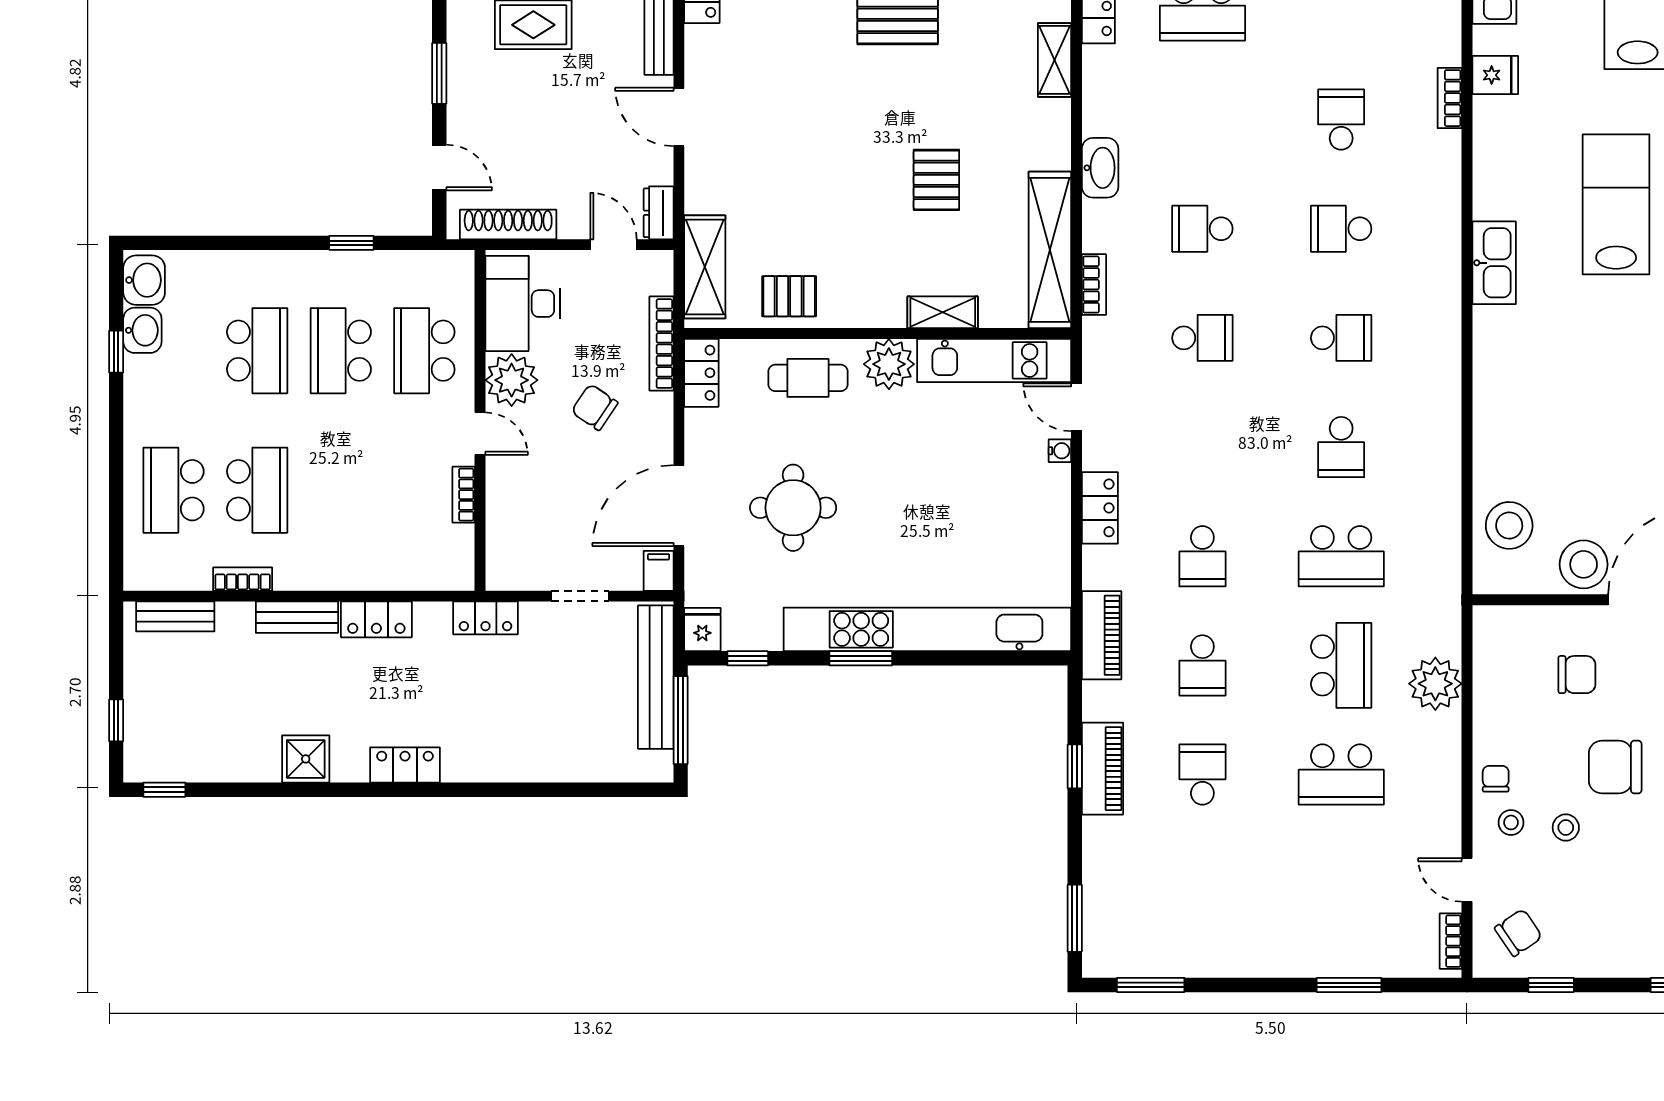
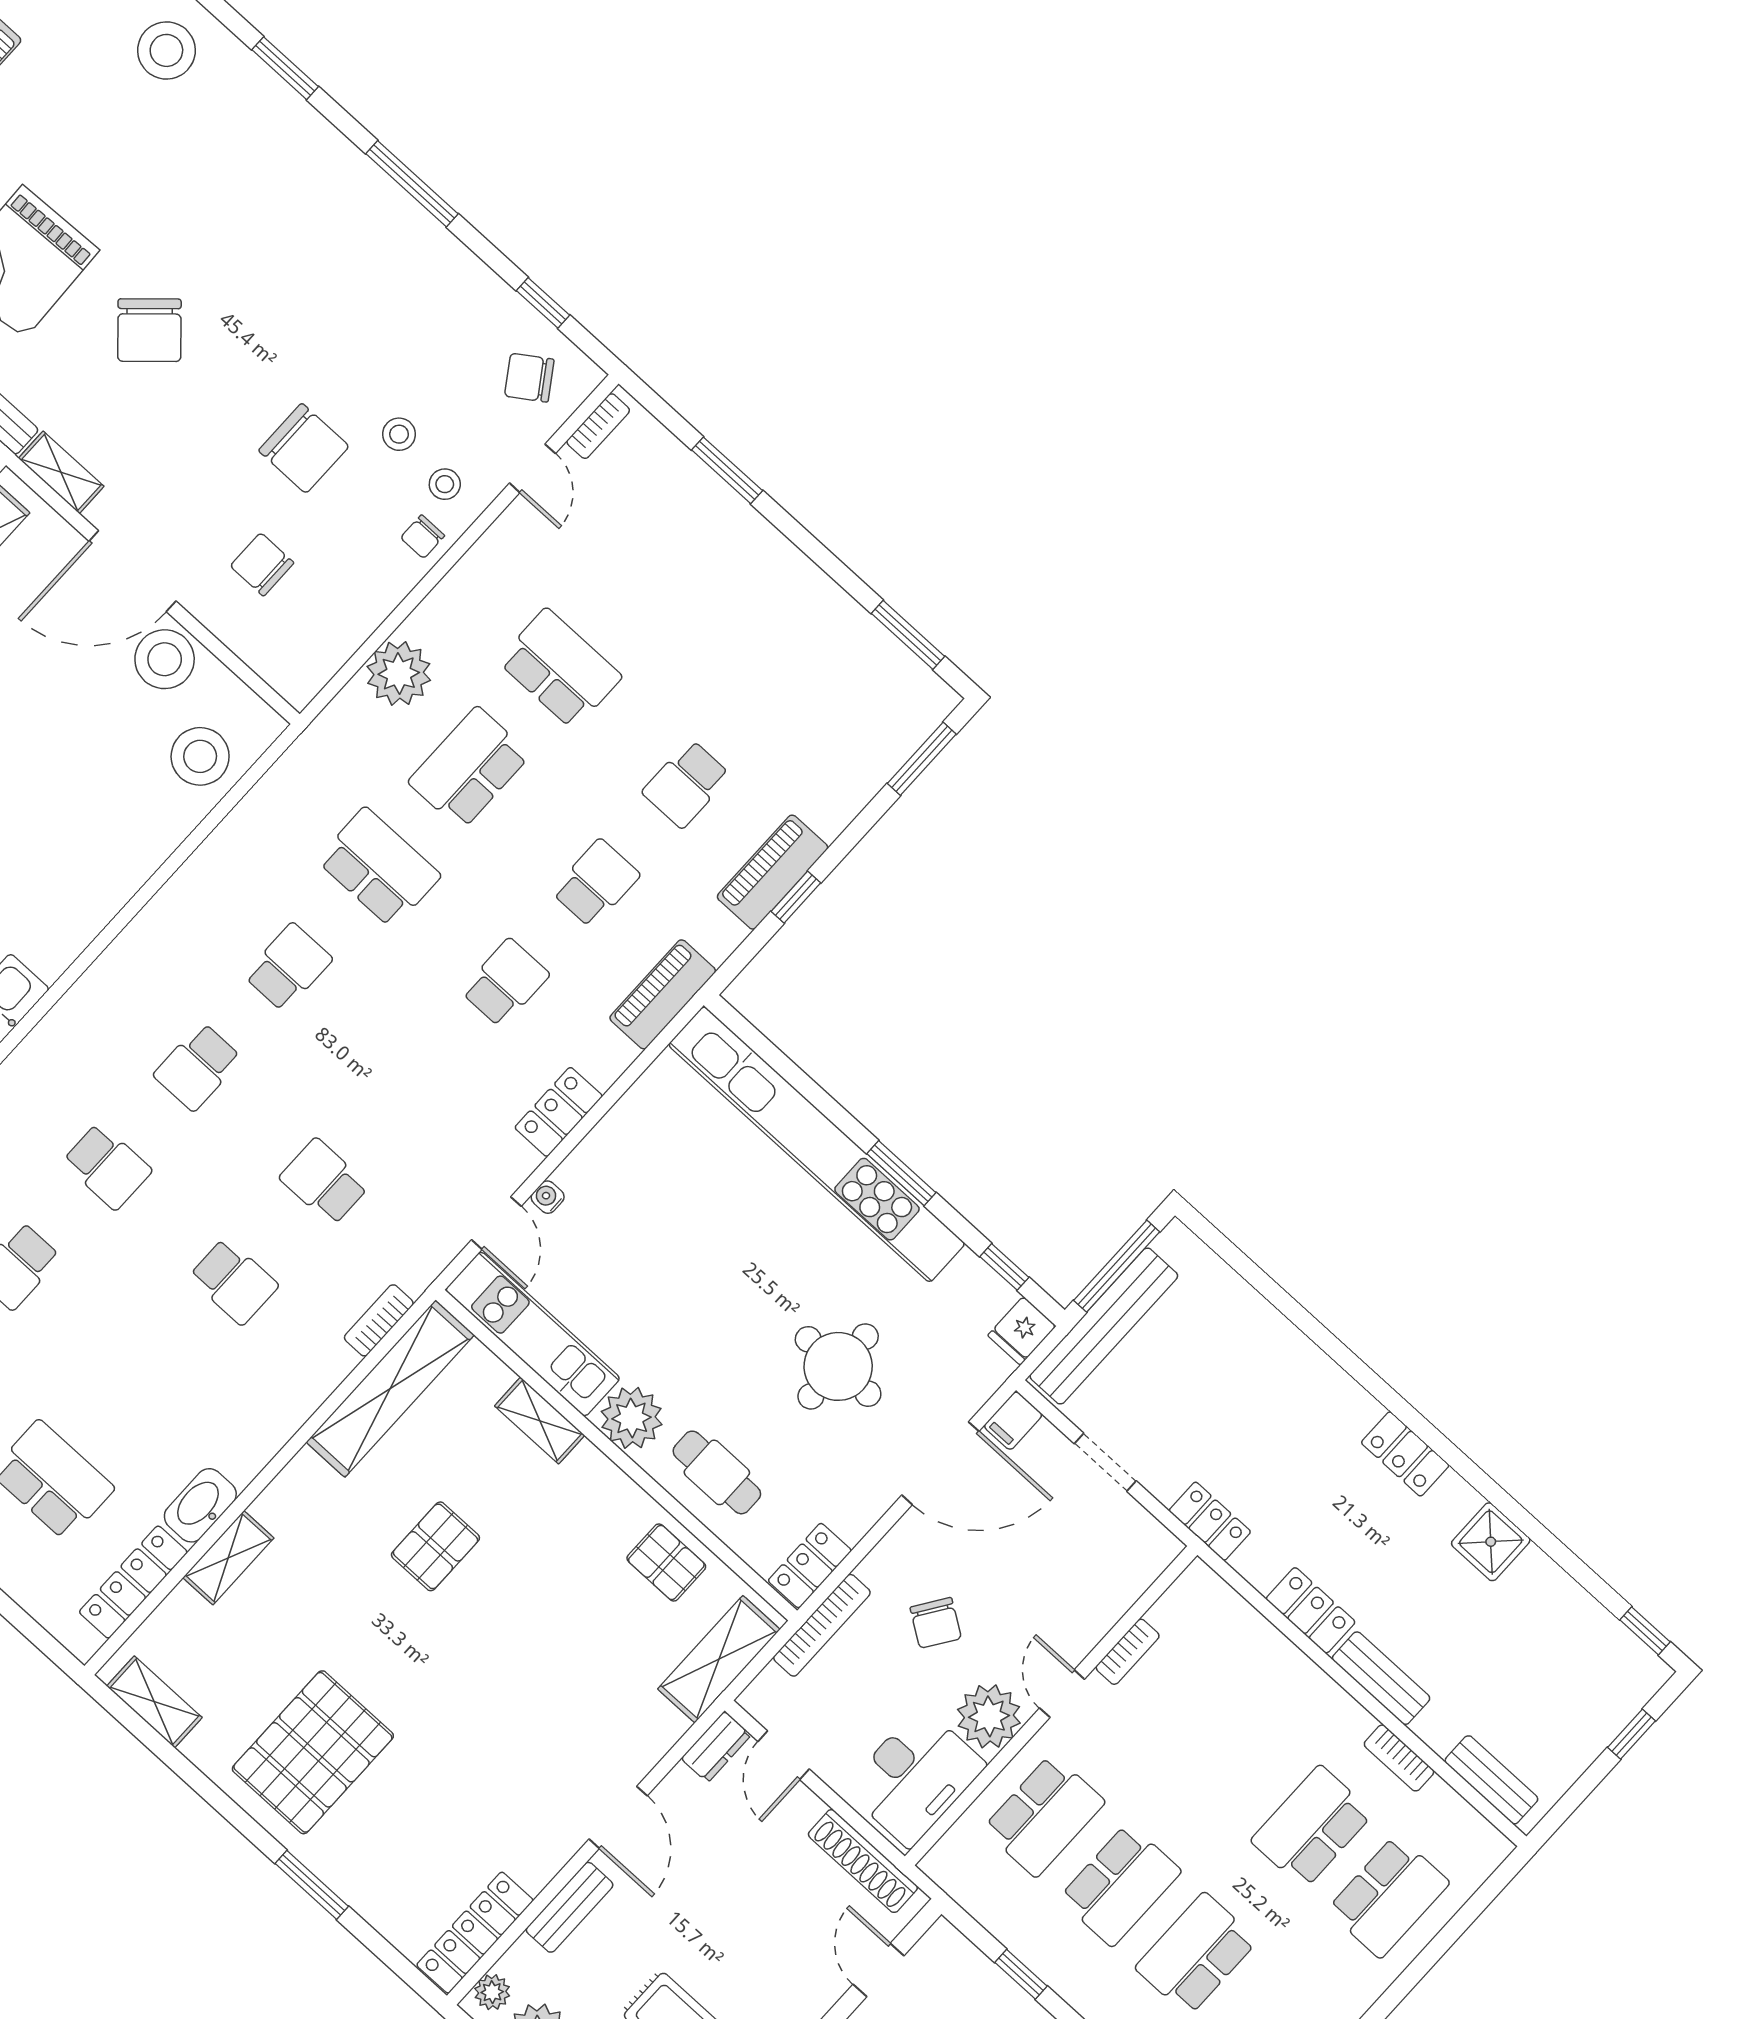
washbasin: (1100, 168) -> (200, 1505), moved
school desk: (1341, 338) -> (198, 1067), turned -90

